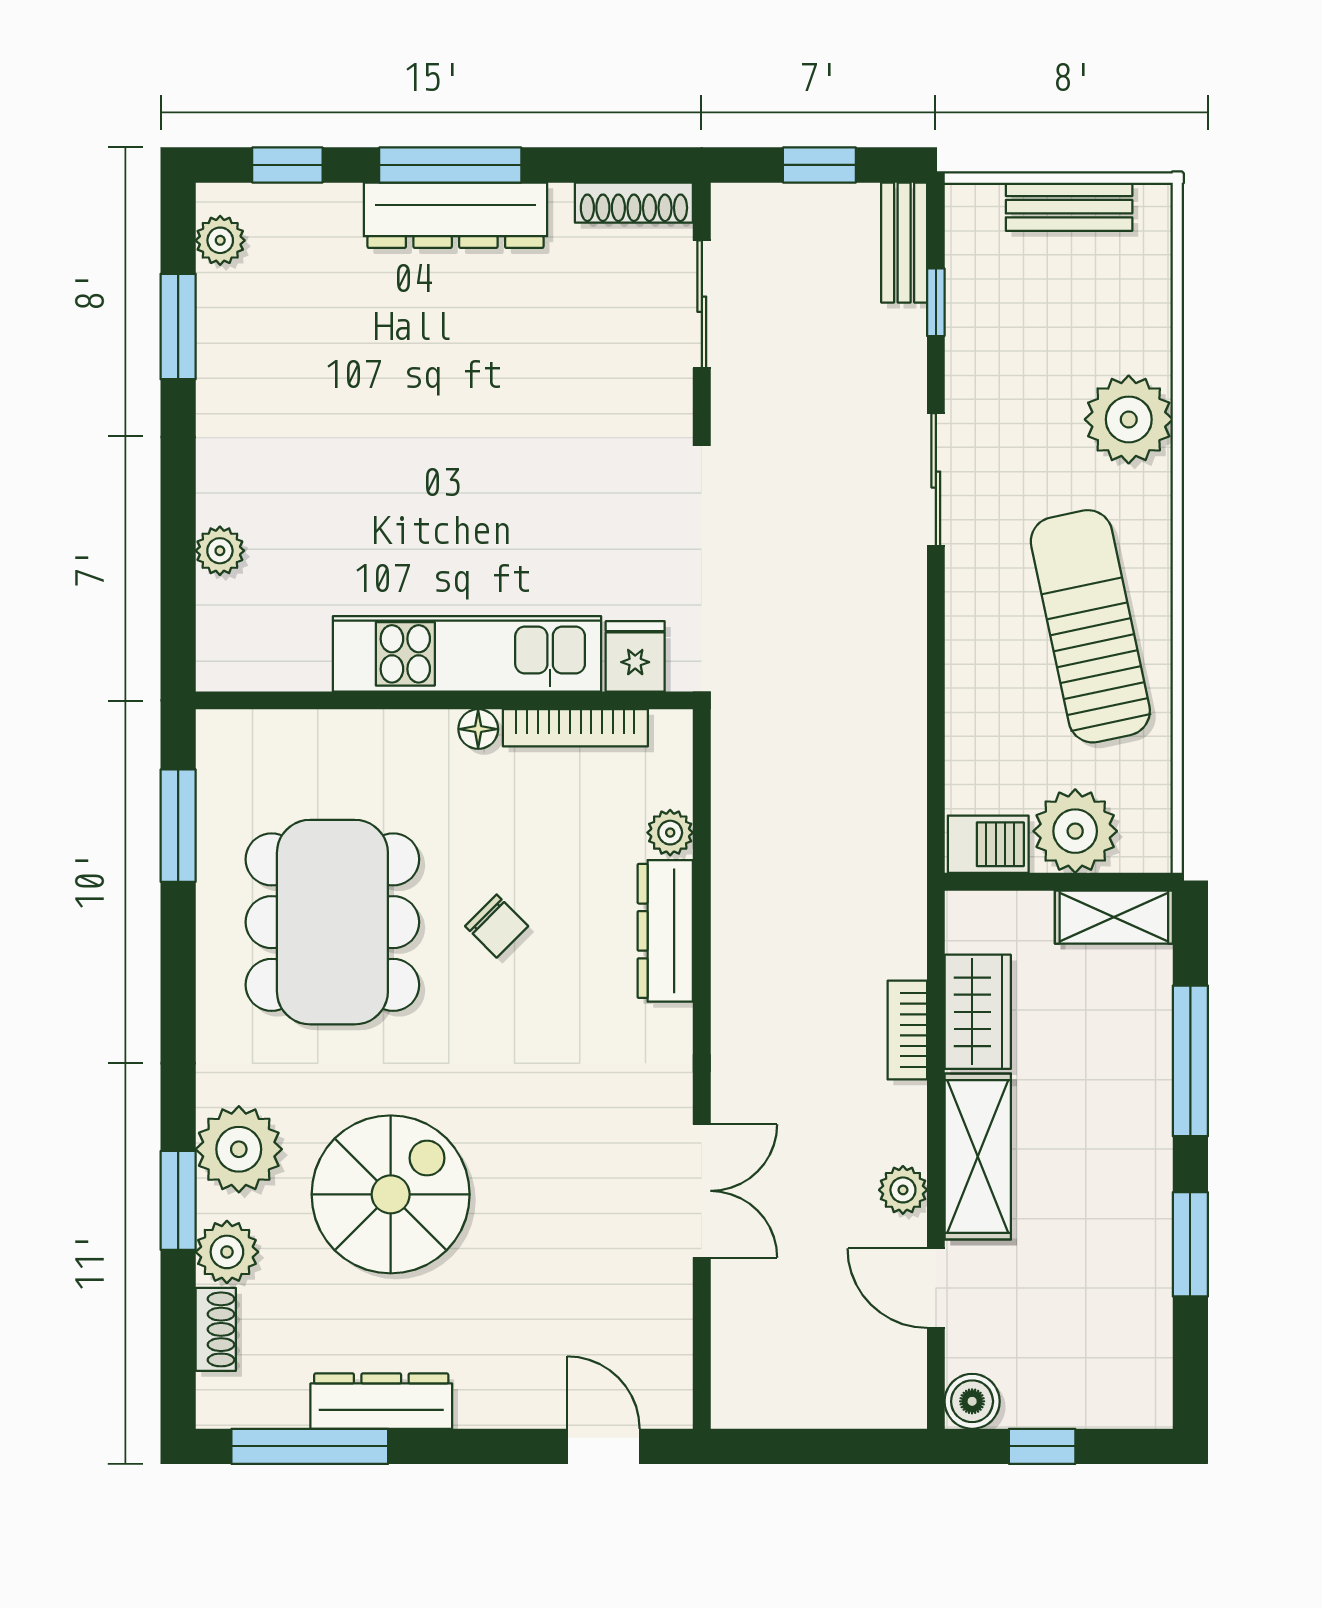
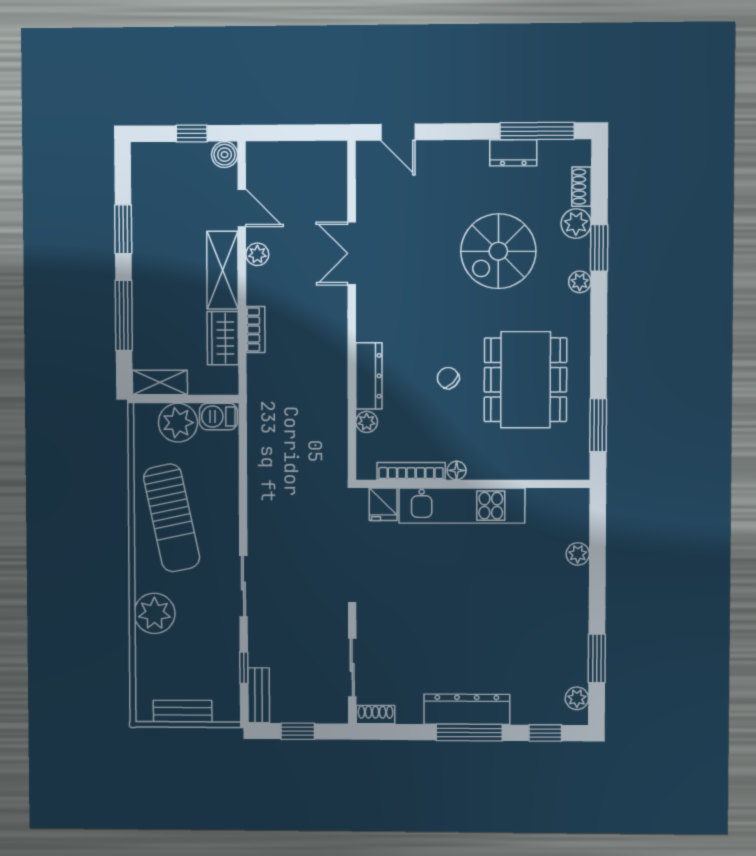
shoe rack: (634, 203) -> (376, 714), width x0.70
plant: (239, 1149) -> (580, 282), width x0.53, depth x0.53
dresser: (381, 1401) -> (513, 153), width x0.70

